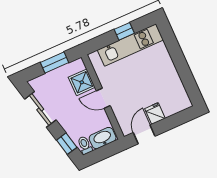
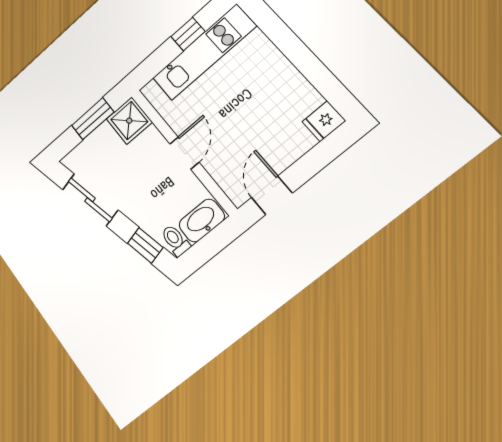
shower: (82, 82) -> (129, 121), moved
door: (103, 98) -> (184, 153), swing flipped
fridge: (155, 114) -> (324, 121), moved, turned -90

